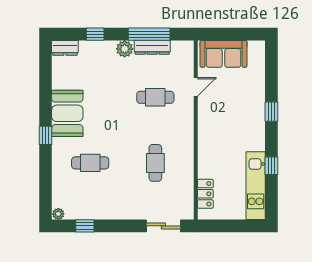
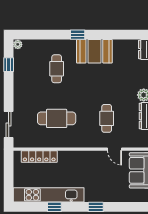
cafe table: (155, 163) -> (57, 118), width x1.37, depth x1.35
kitchen unit: (256, 186) -> (49, 195), width x1.36
locker: (205, 194) -> (39, 156), width x1.53

